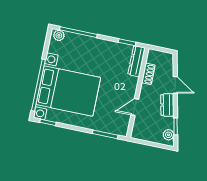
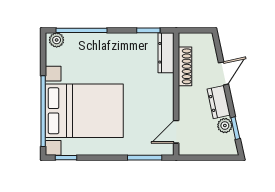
shoe rack: (148, 74) -> (185, 66), width x1.43
door: (175, 85) -> (224, 73), hinge flipped
door: (135, 107) -> (176, 132), moved
plant: (168, 135) -> (225, 126), moved

